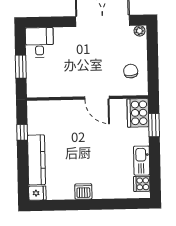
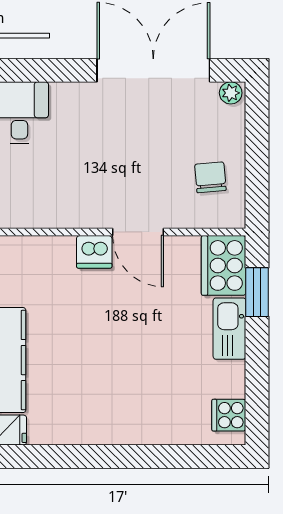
kitchen sink: (142, 161) -> (229, 329), moved
dishwasher: (83, 191) -> (94, 252), moved, turned 180

